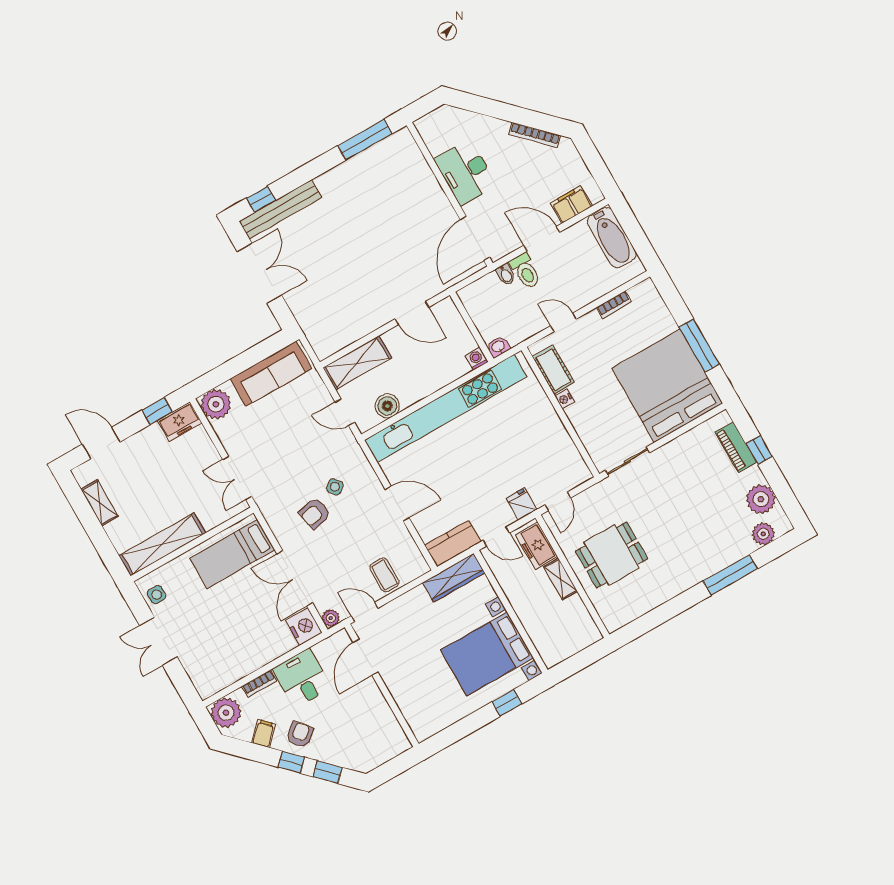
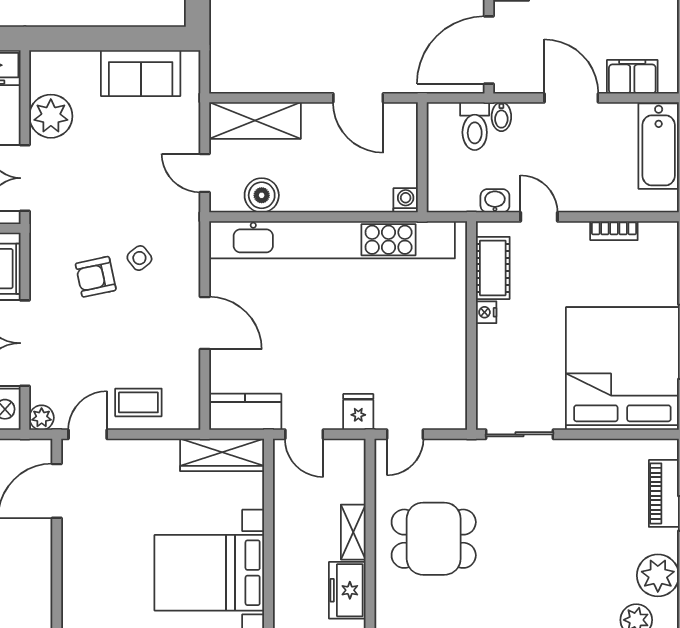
toilet: (525, 271) -> (475, 126), moved
washbasin: (498, 347) -> (495, 201), moved
sofa: (271, 374) -> (141, 73), width x0.73
plant: (216, 404) -> (51, 116), moved
freezer: (536, 546) -> (347, 590), moved
coffee table: (384, 575) -> (138, 402), turned 90
door: (365, 612) -> (88, 434), hinge flipped

